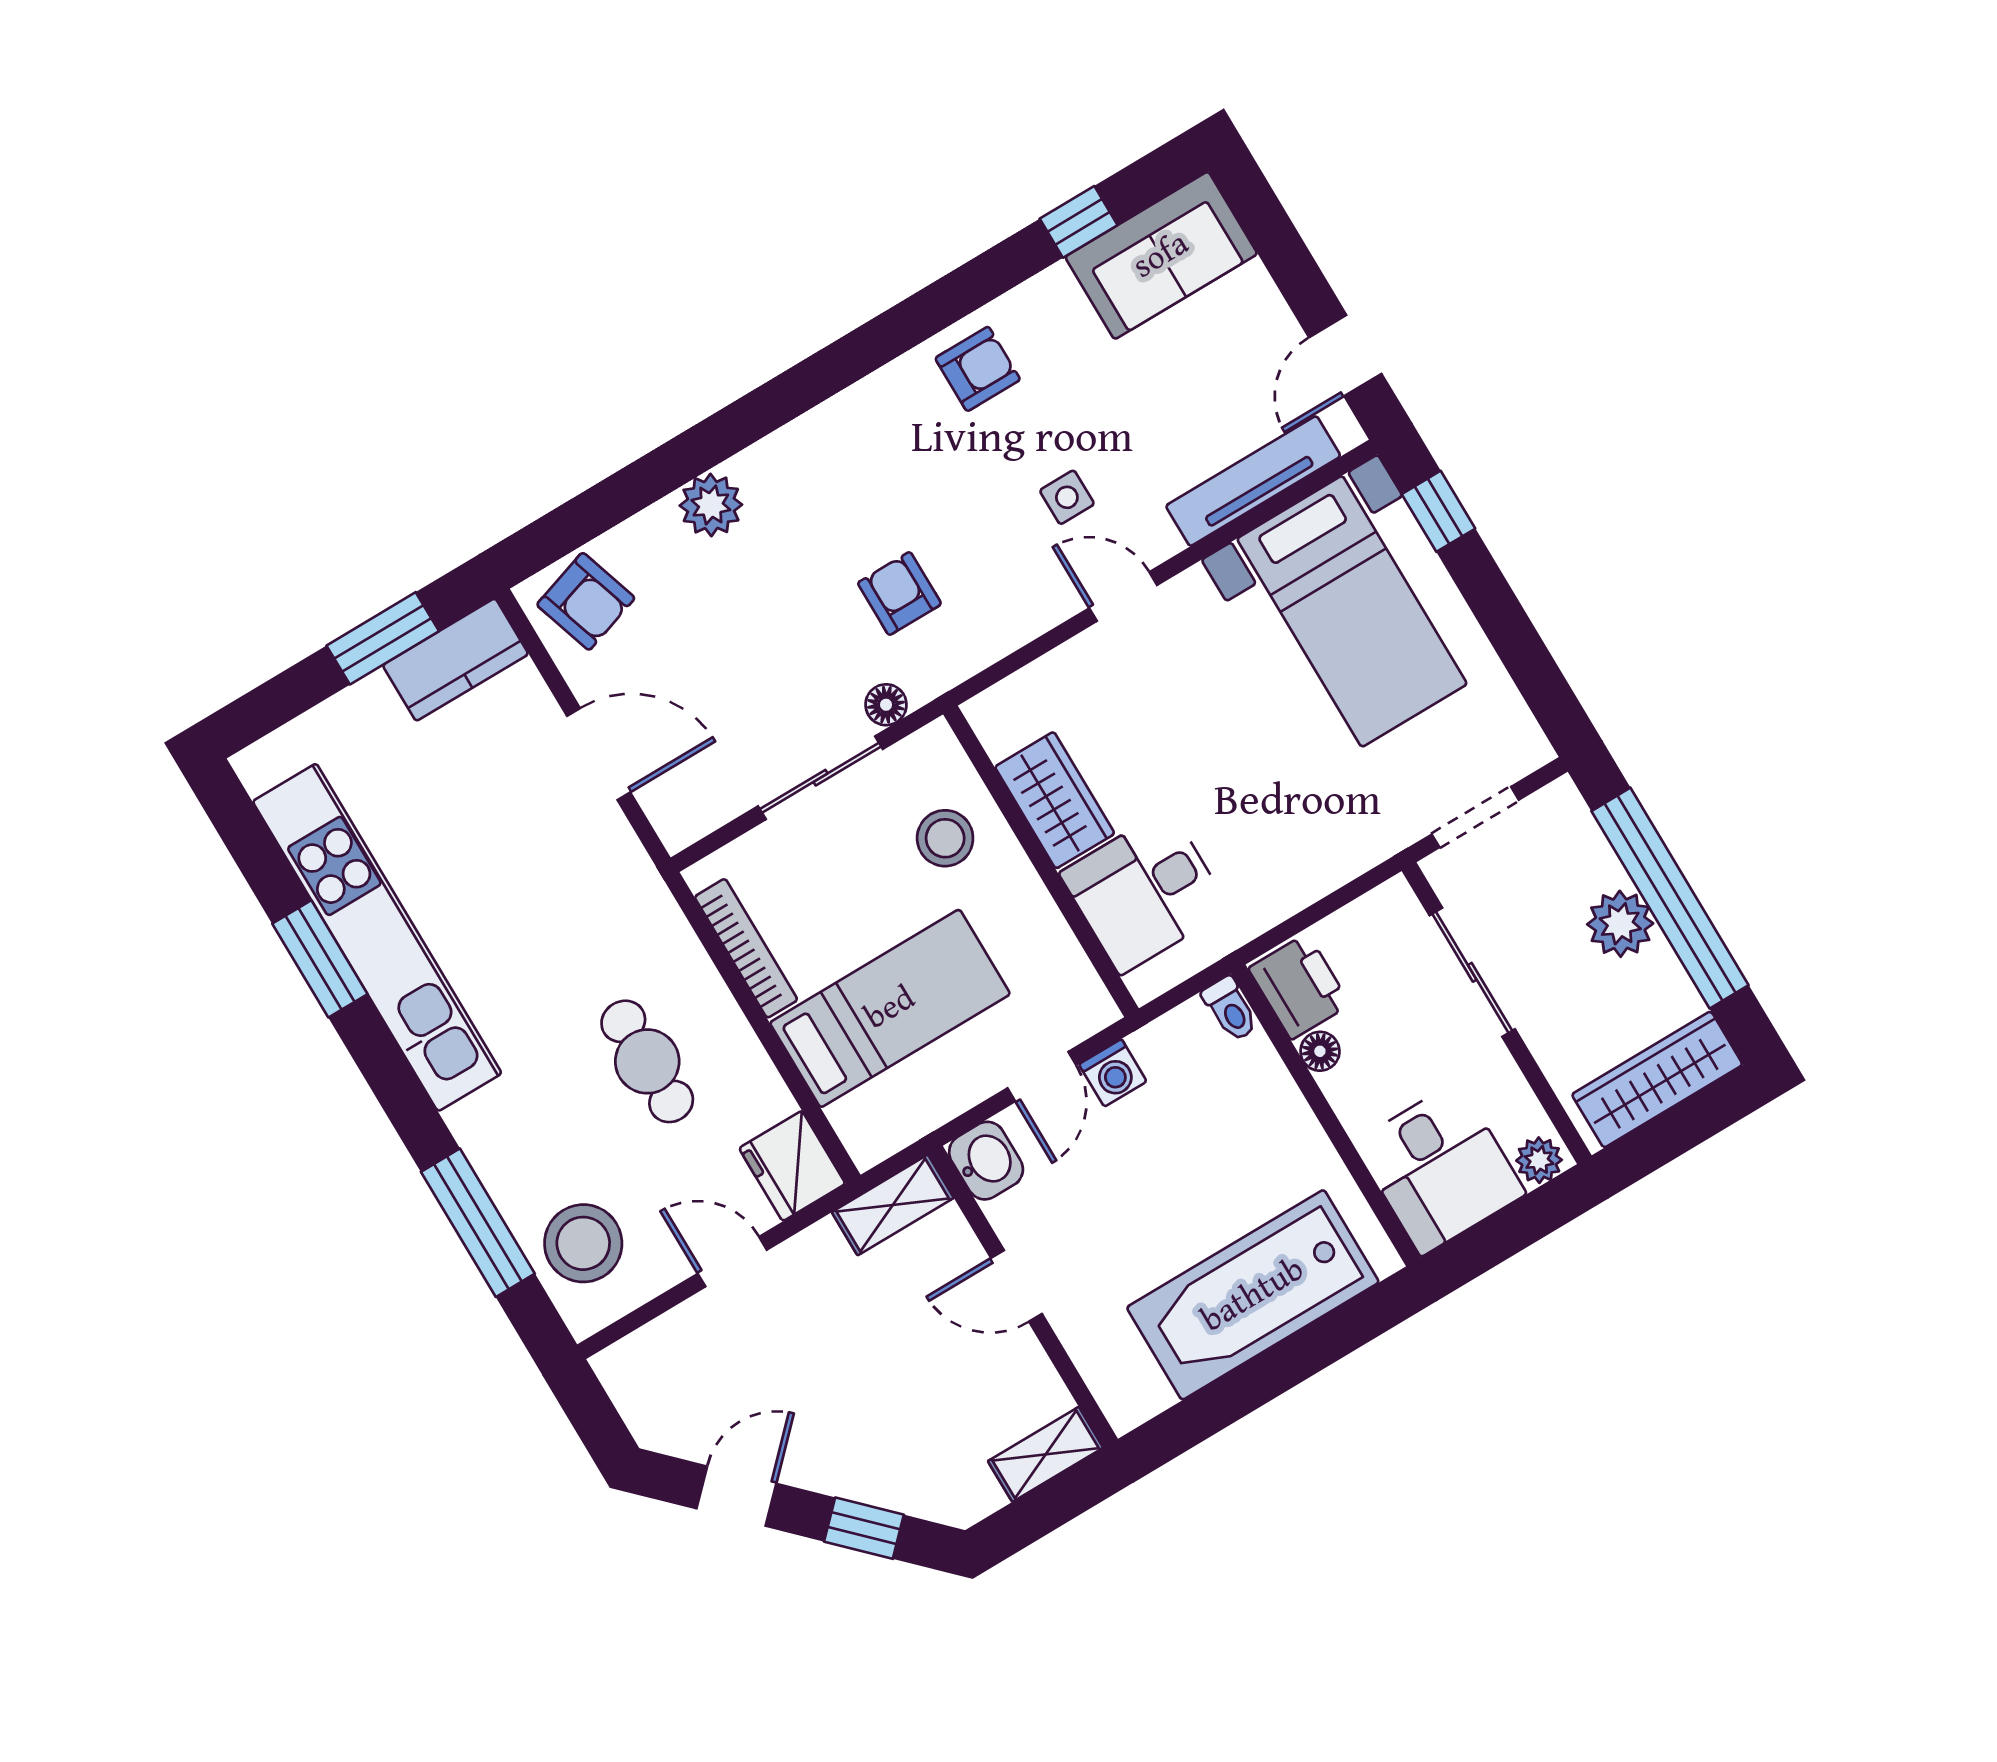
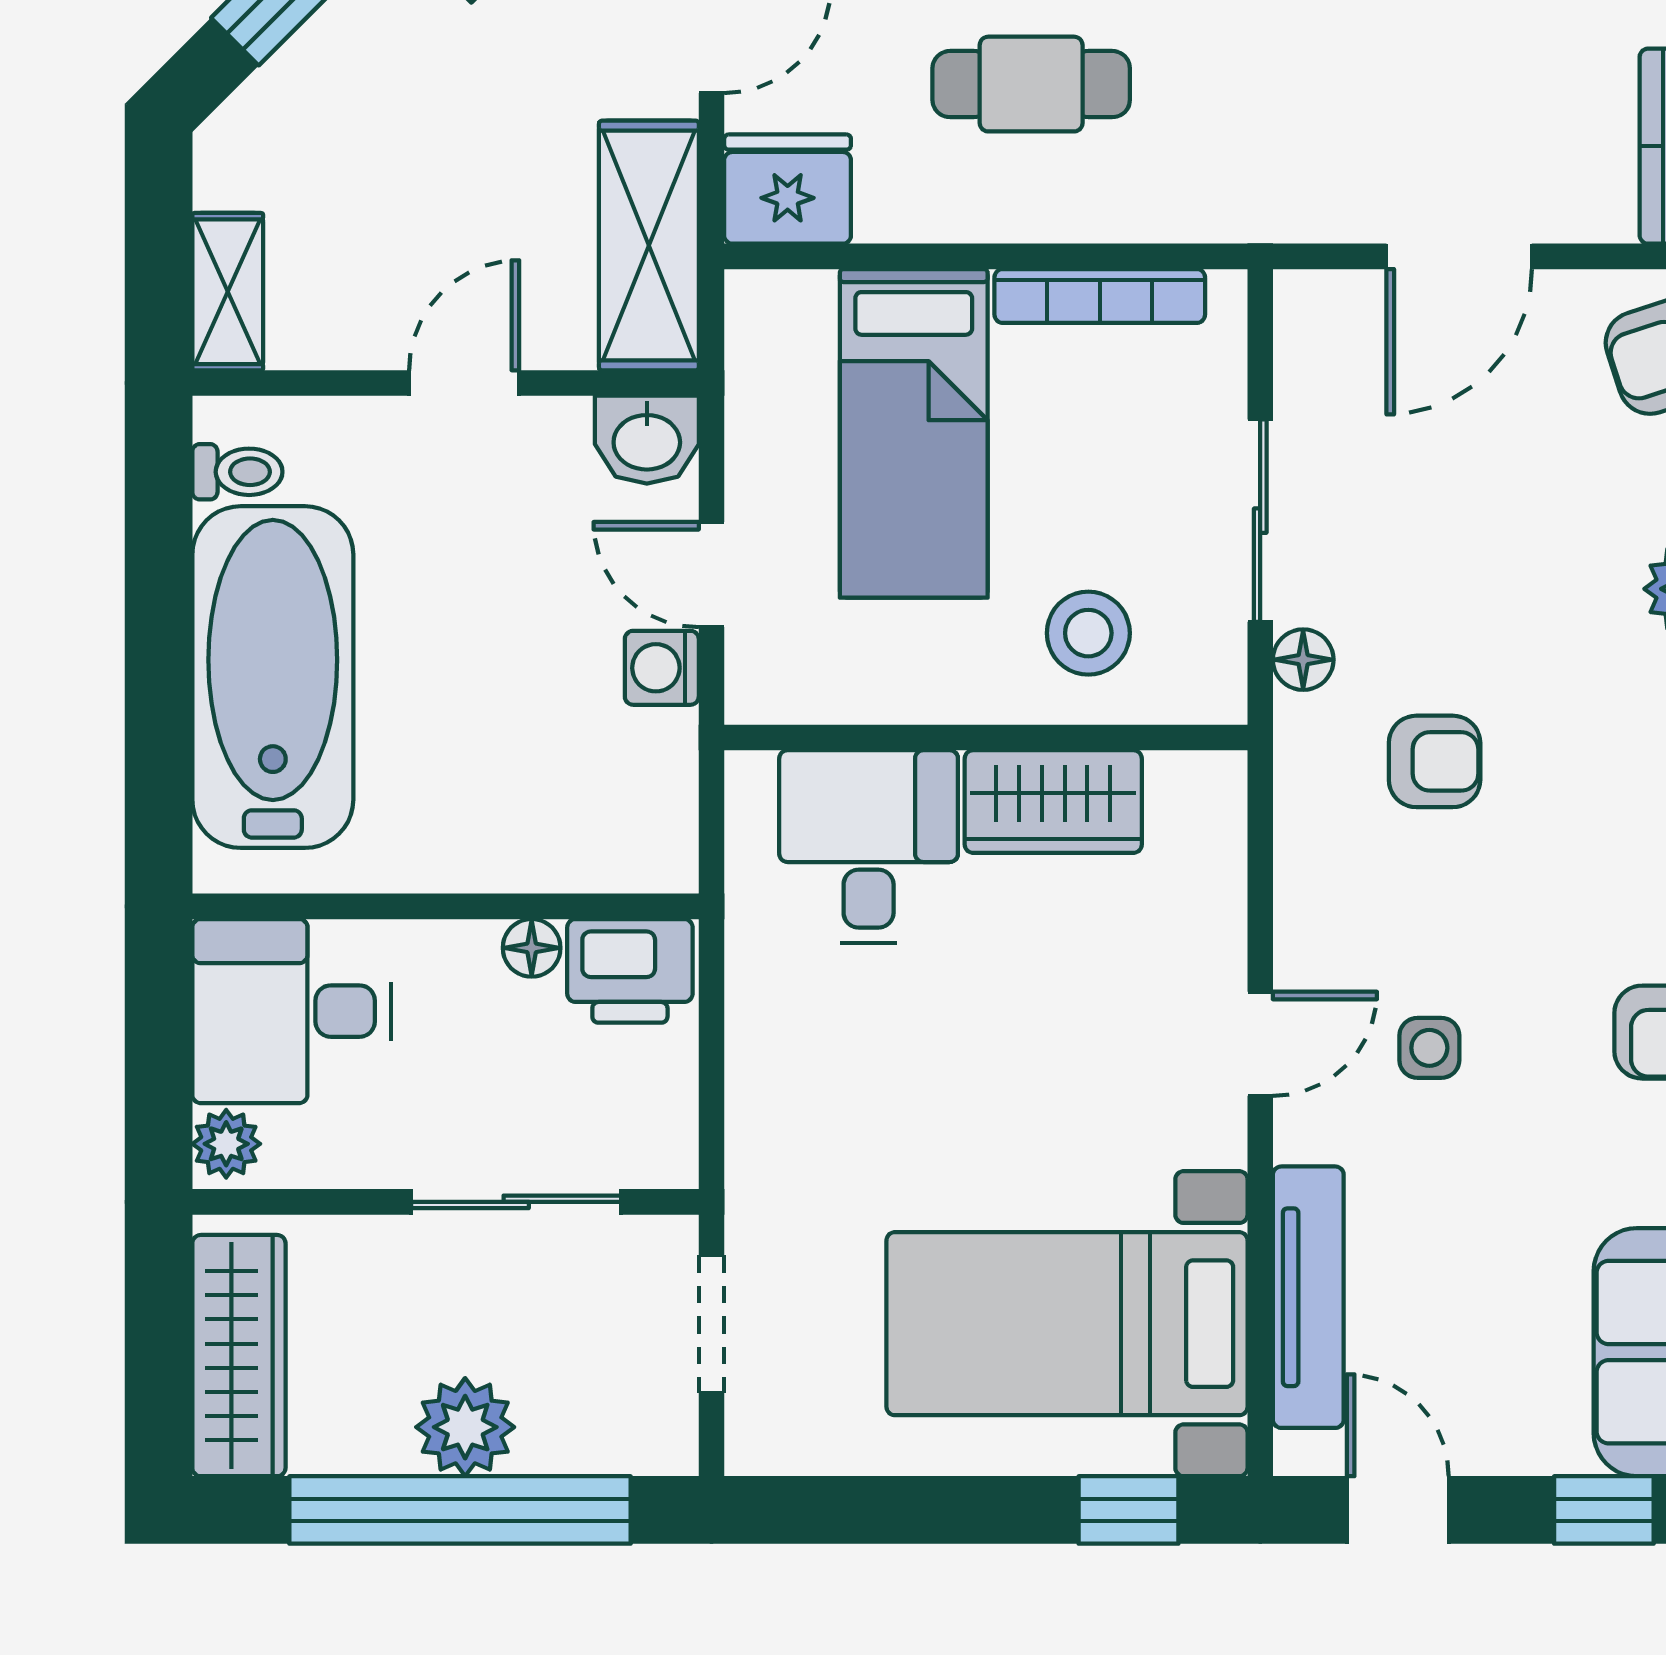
window: (1274, 236) -> (1604, 1510), added
toilet: (1230, 1009) -> (237, 472), moved, turned 180
shelving: (893, 1205) -> (649, 246), width x1.50, depth x1.33

